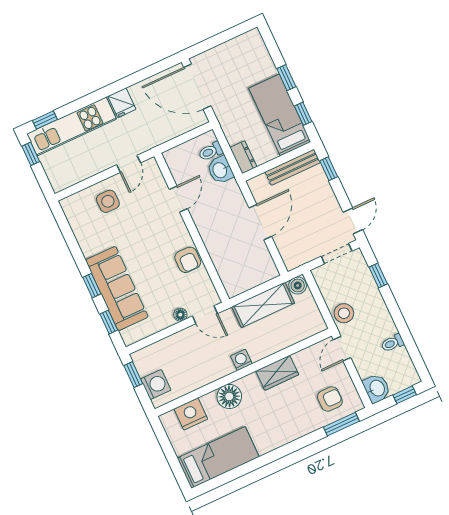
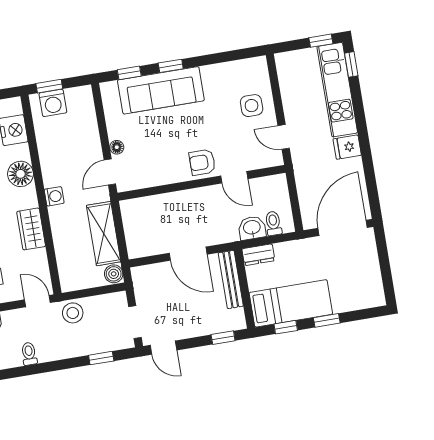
bench: (293, 167) -> (231, 280), moved
armchair: (188, 260) -> (202, 162), moved
window: (133, 375) -> (49, 86), moved

